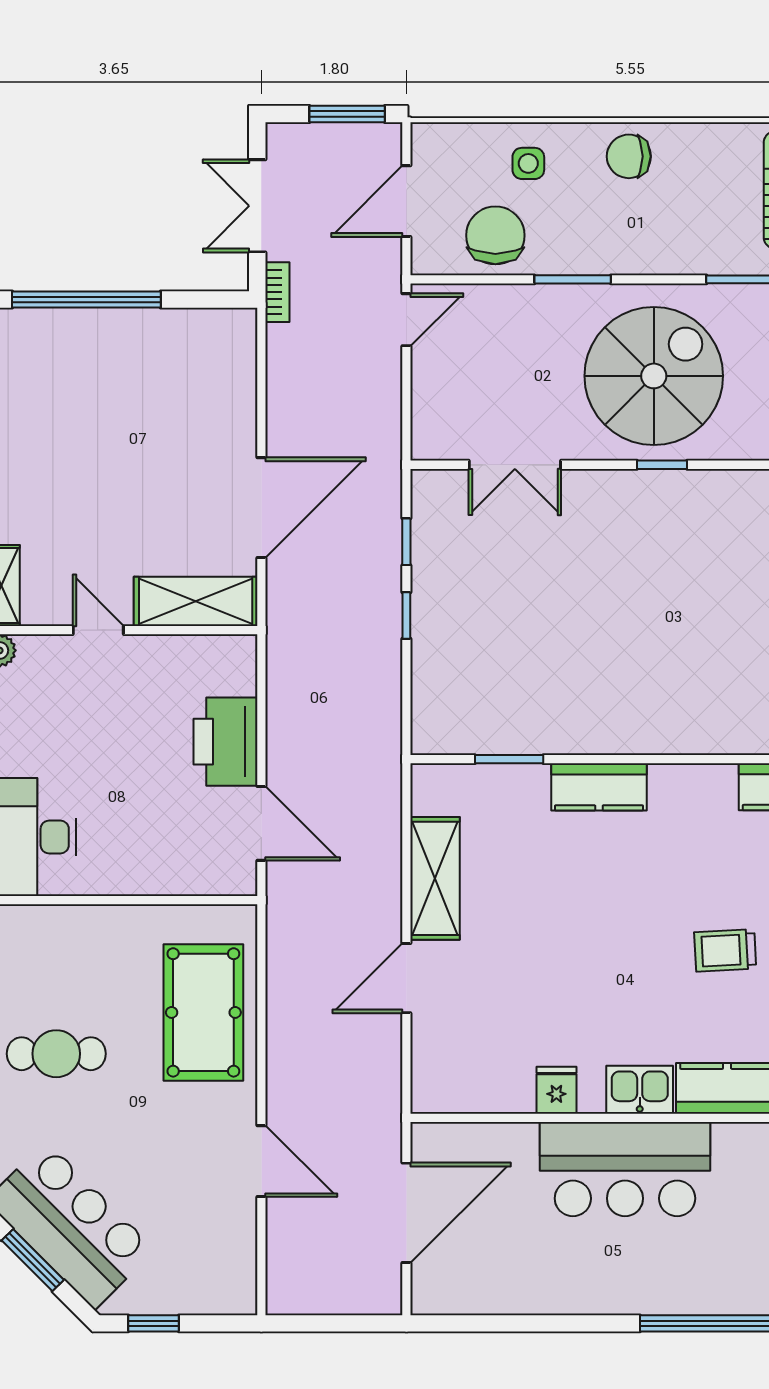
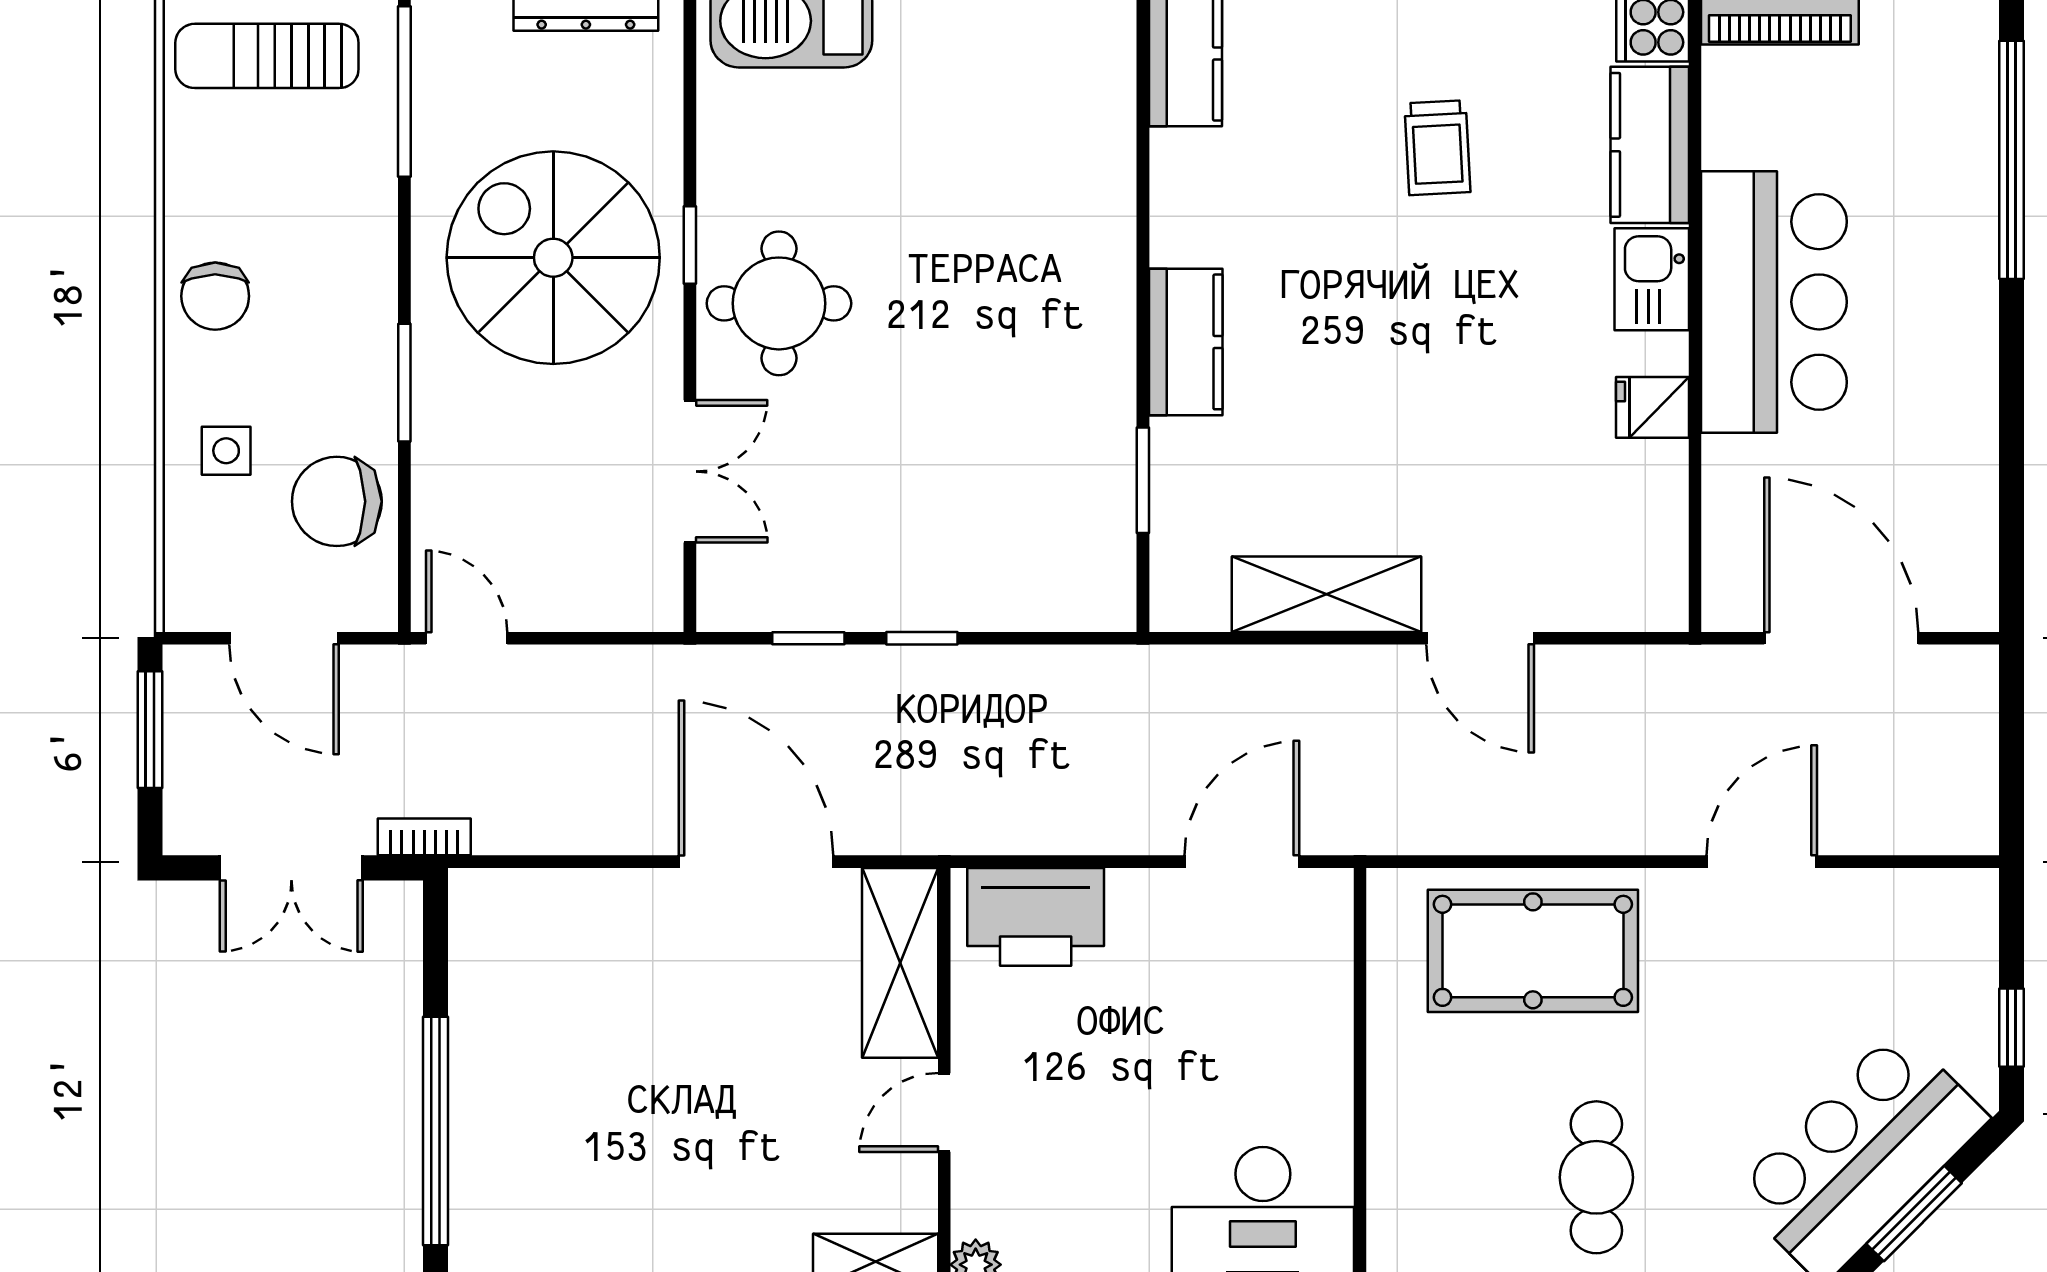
round table: (624, 523) -> (779, 303), added
printer: (225, 742) -> (1036, 917), moved

